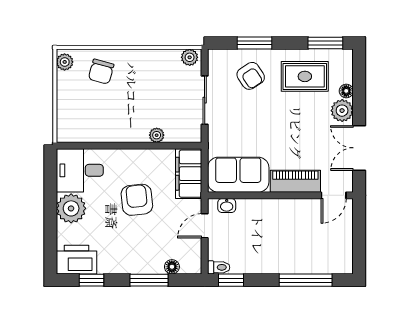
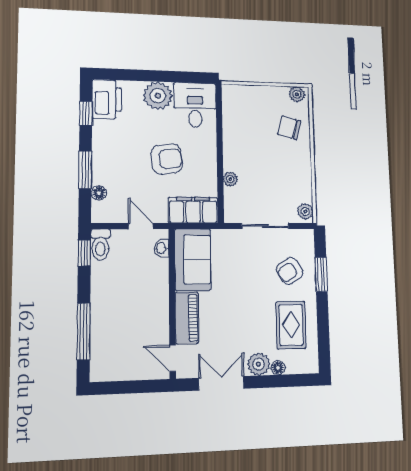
window: (325, 43) -> (324, 345), removed
toilet: (219, 267) -> (100, 245), width x1.37, depth x1.39

